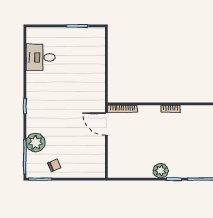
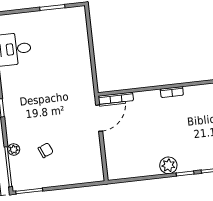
door: (106, 124) -> (99, 118), swing flipped
plant: (35, 142) -> (14, 149), width x0.53, depth x0.53
chair: (54, 165) -> (46, 150), moved

